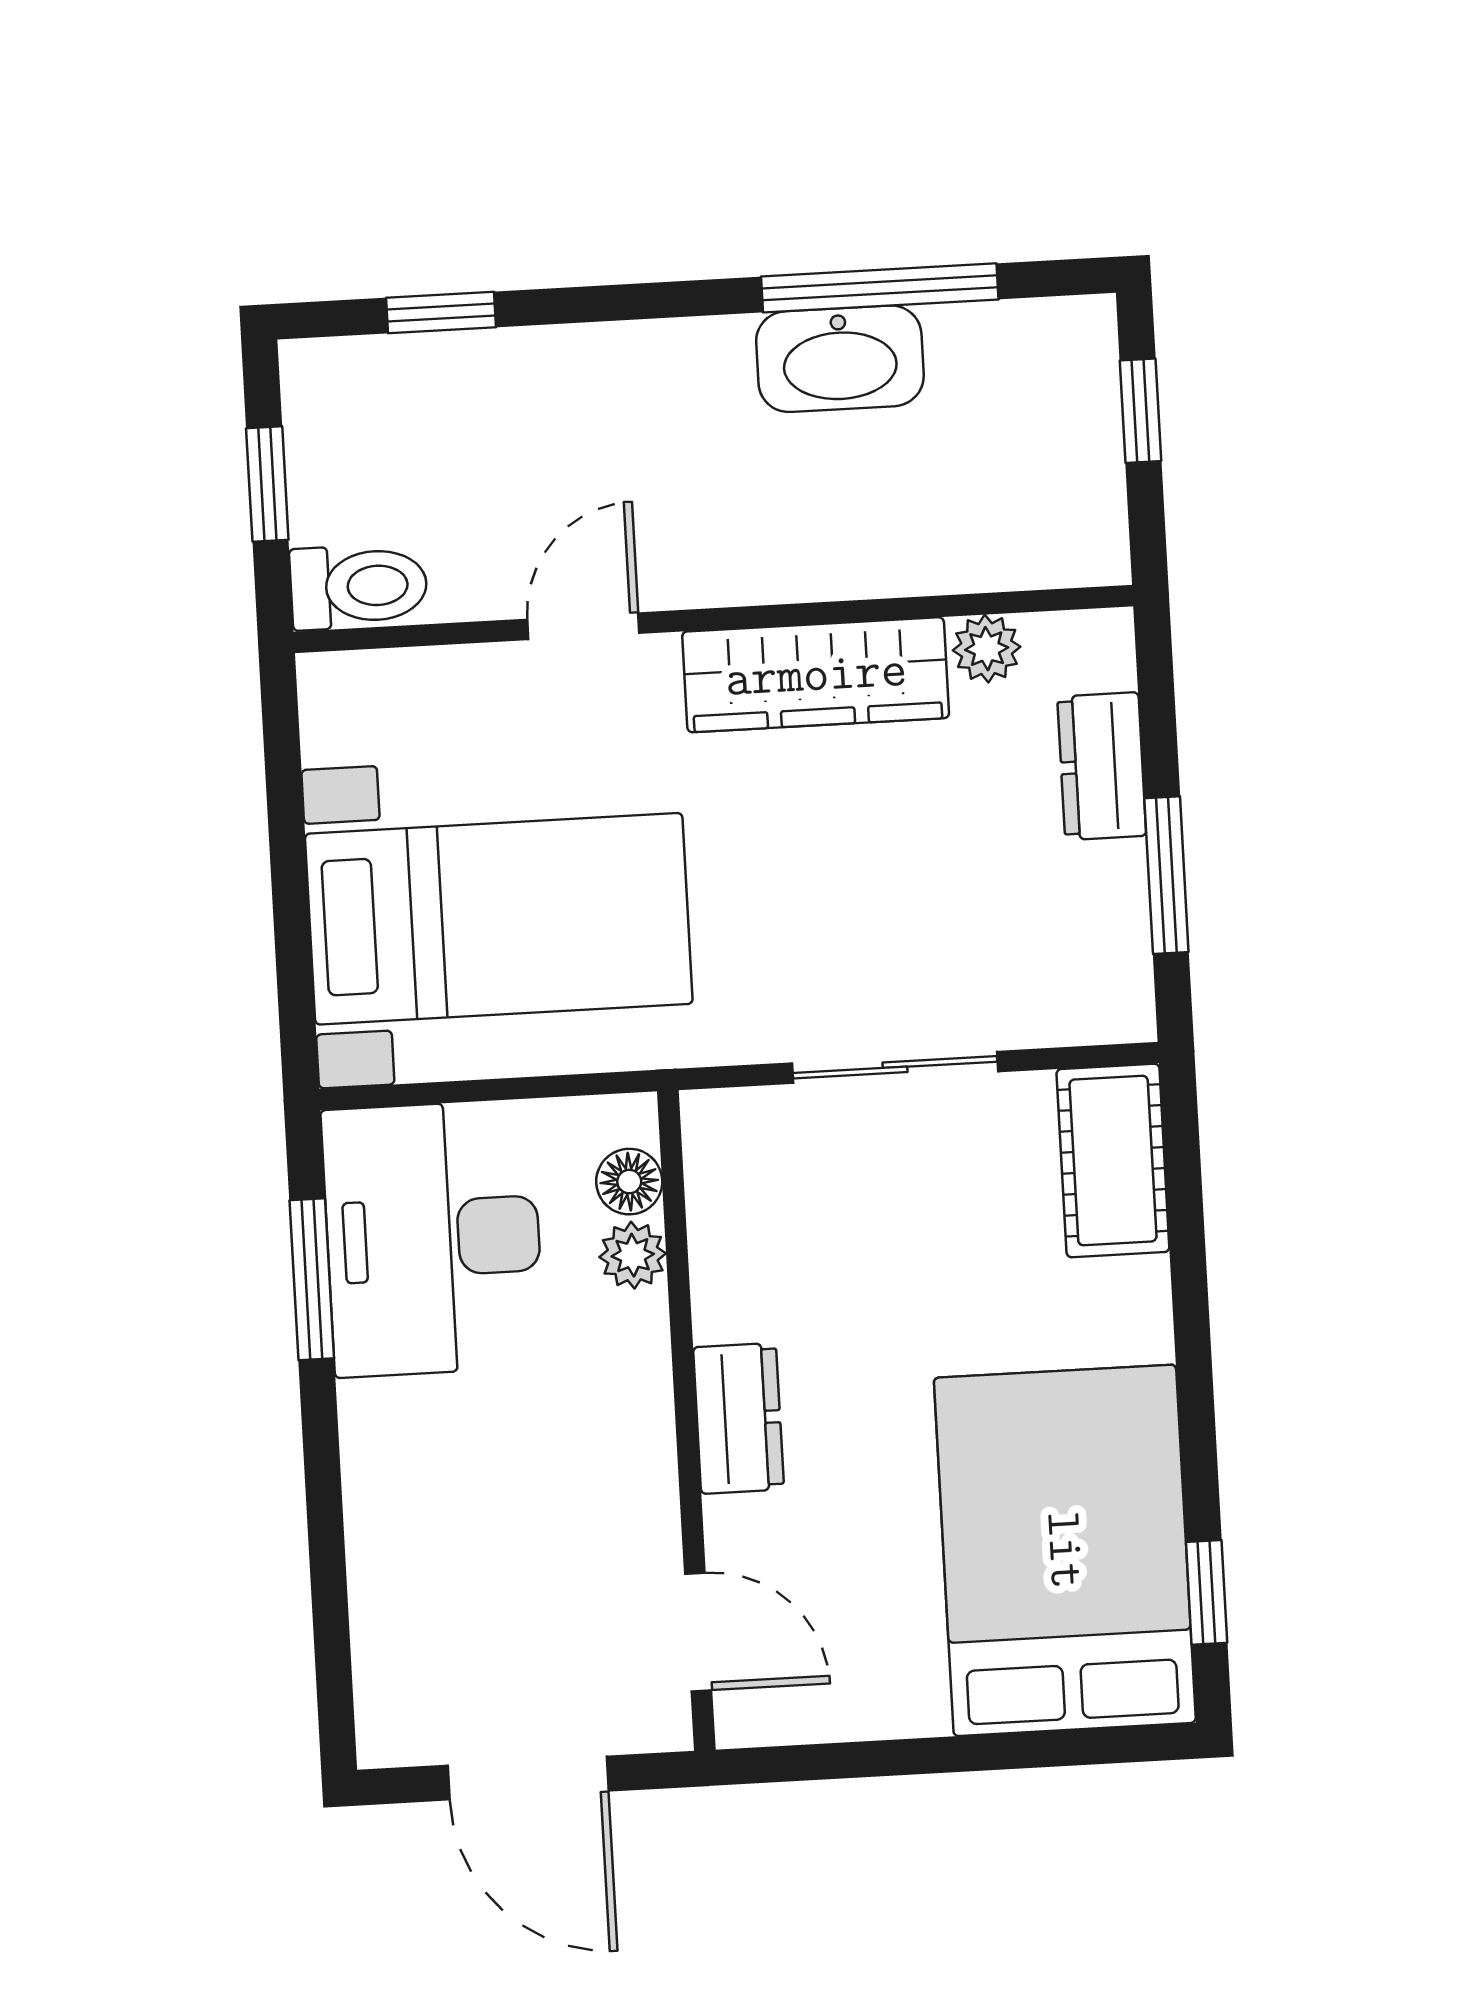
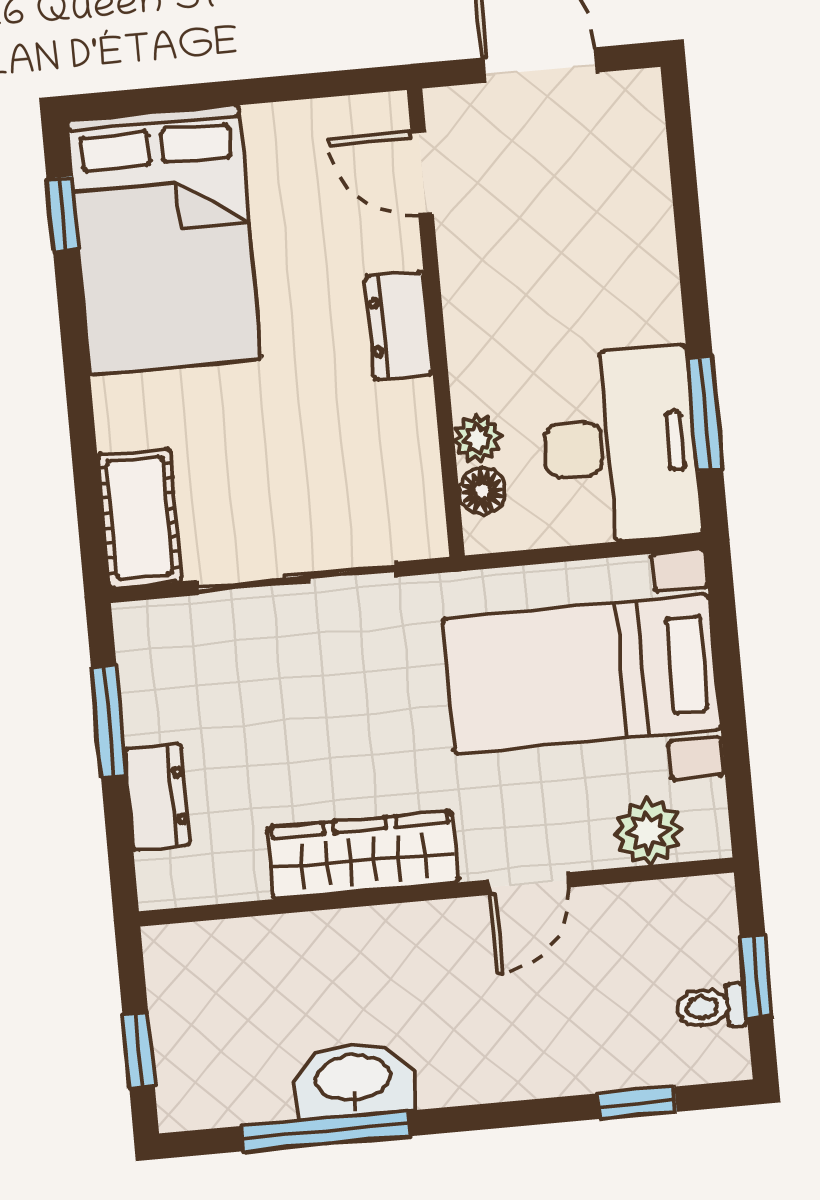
toilet: (359, 586) -> (711, 1007), moved, width x0.73, depth x0.72
plant: (987, 649) -> (648, 832), moved, width x1.38, depth x1.38
sliding door: (895, 1067) -> (296, 578), width x1.37

